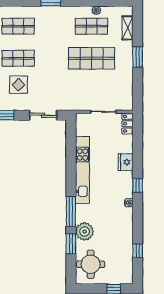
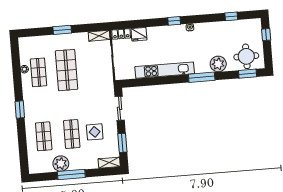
shelving: (128, 28) -> (99, 36), moved
fridge: (126, 162) -> (139, 34), moved
window: (71, 244) -> (248, 74), moved

